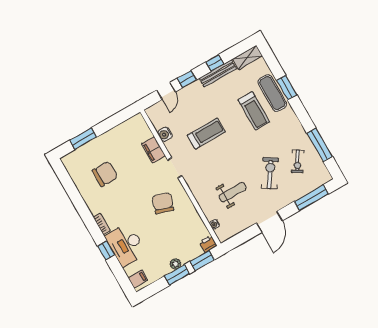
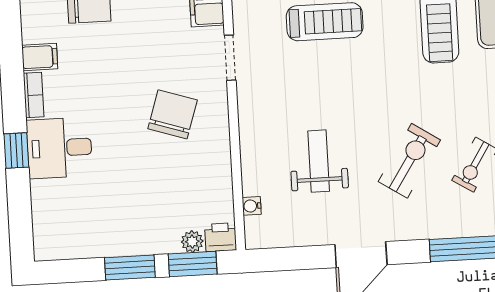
weight bench: (233, 192) -> (319, 161), turned -90
desk: (126, 245) -> (59, 148), width x0.73
plant: (175, 264) -> (192, 242), moved
filing cabinet: (138, 279) -> (40, 57), moved

